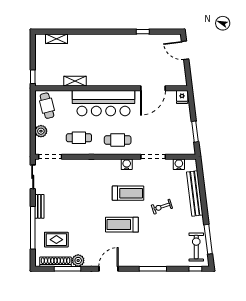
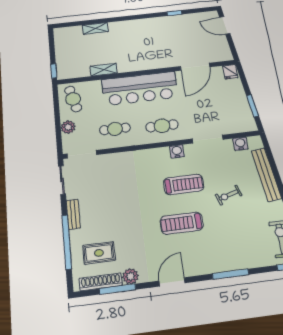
shelving: (57, 39) -> (95, 28), moved

